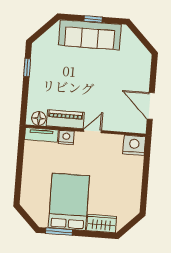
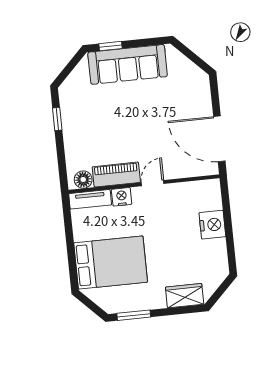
window: (93, 19) -> (110, 46), moved
door: (151, 106) -> (219, 139), width x1.36
nightstand: (134, 145) -> (212, 225), moved, turned 90
bed: (69, 202) -> (111, 262), moved, turned 90

